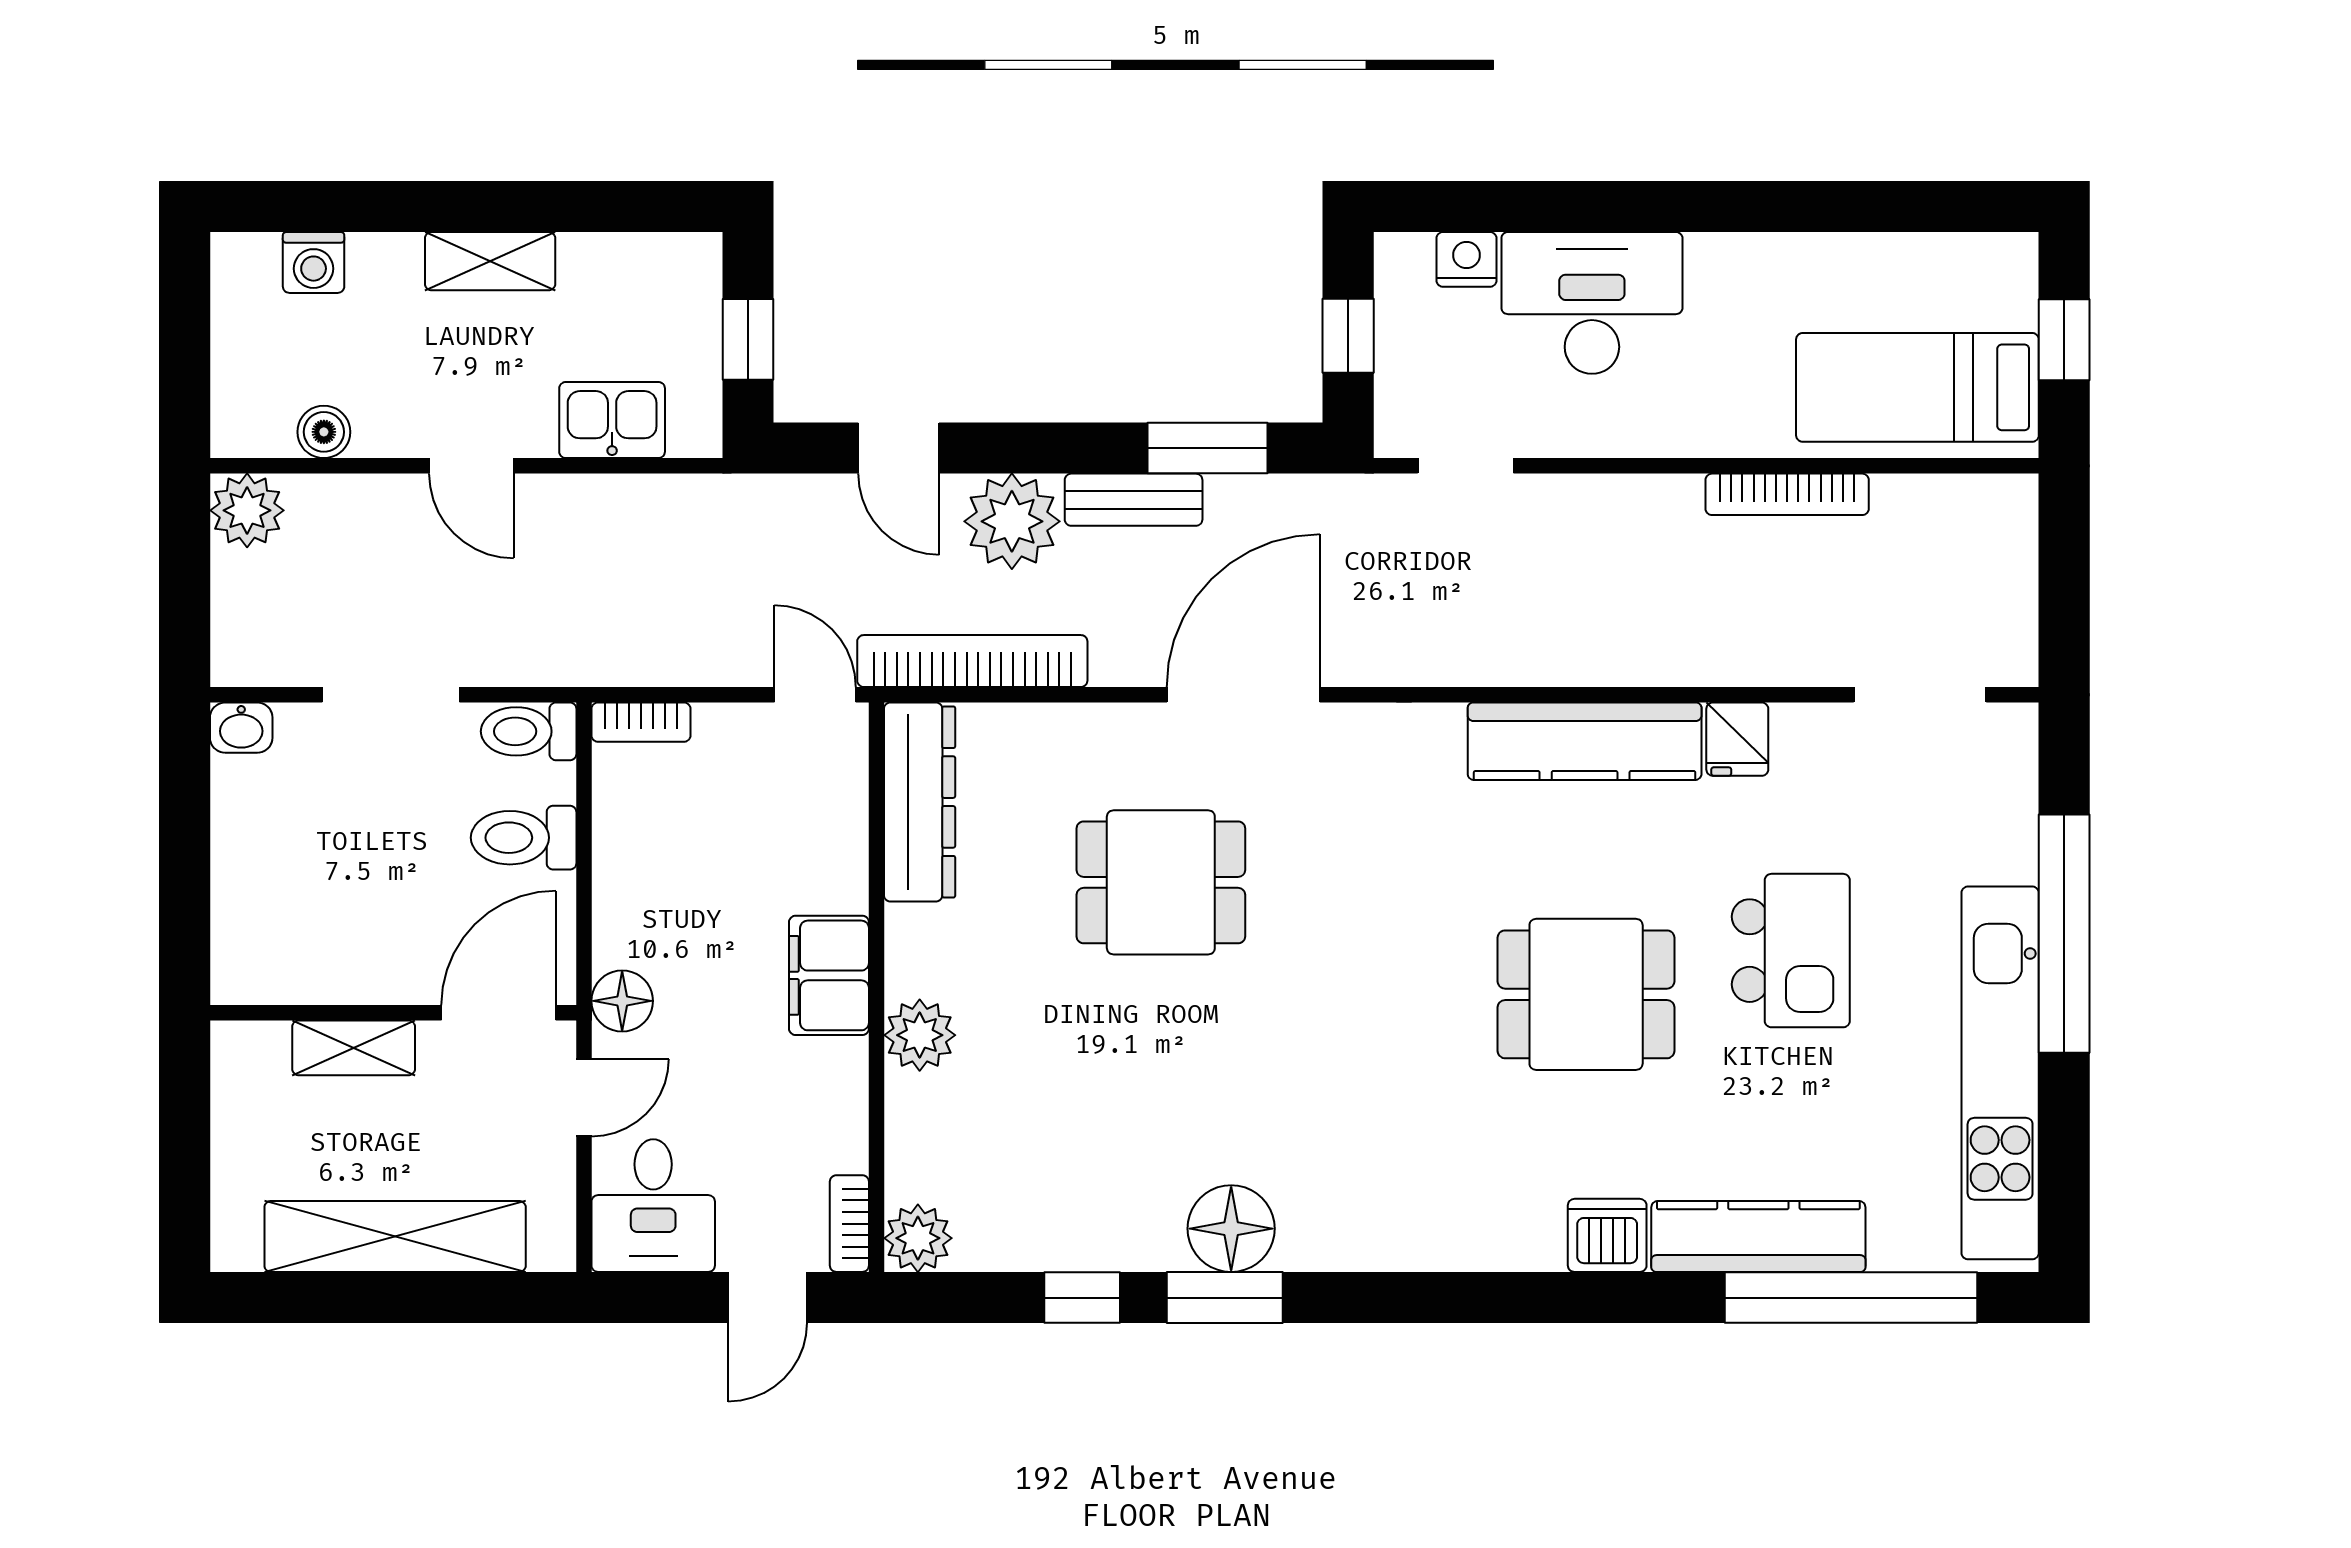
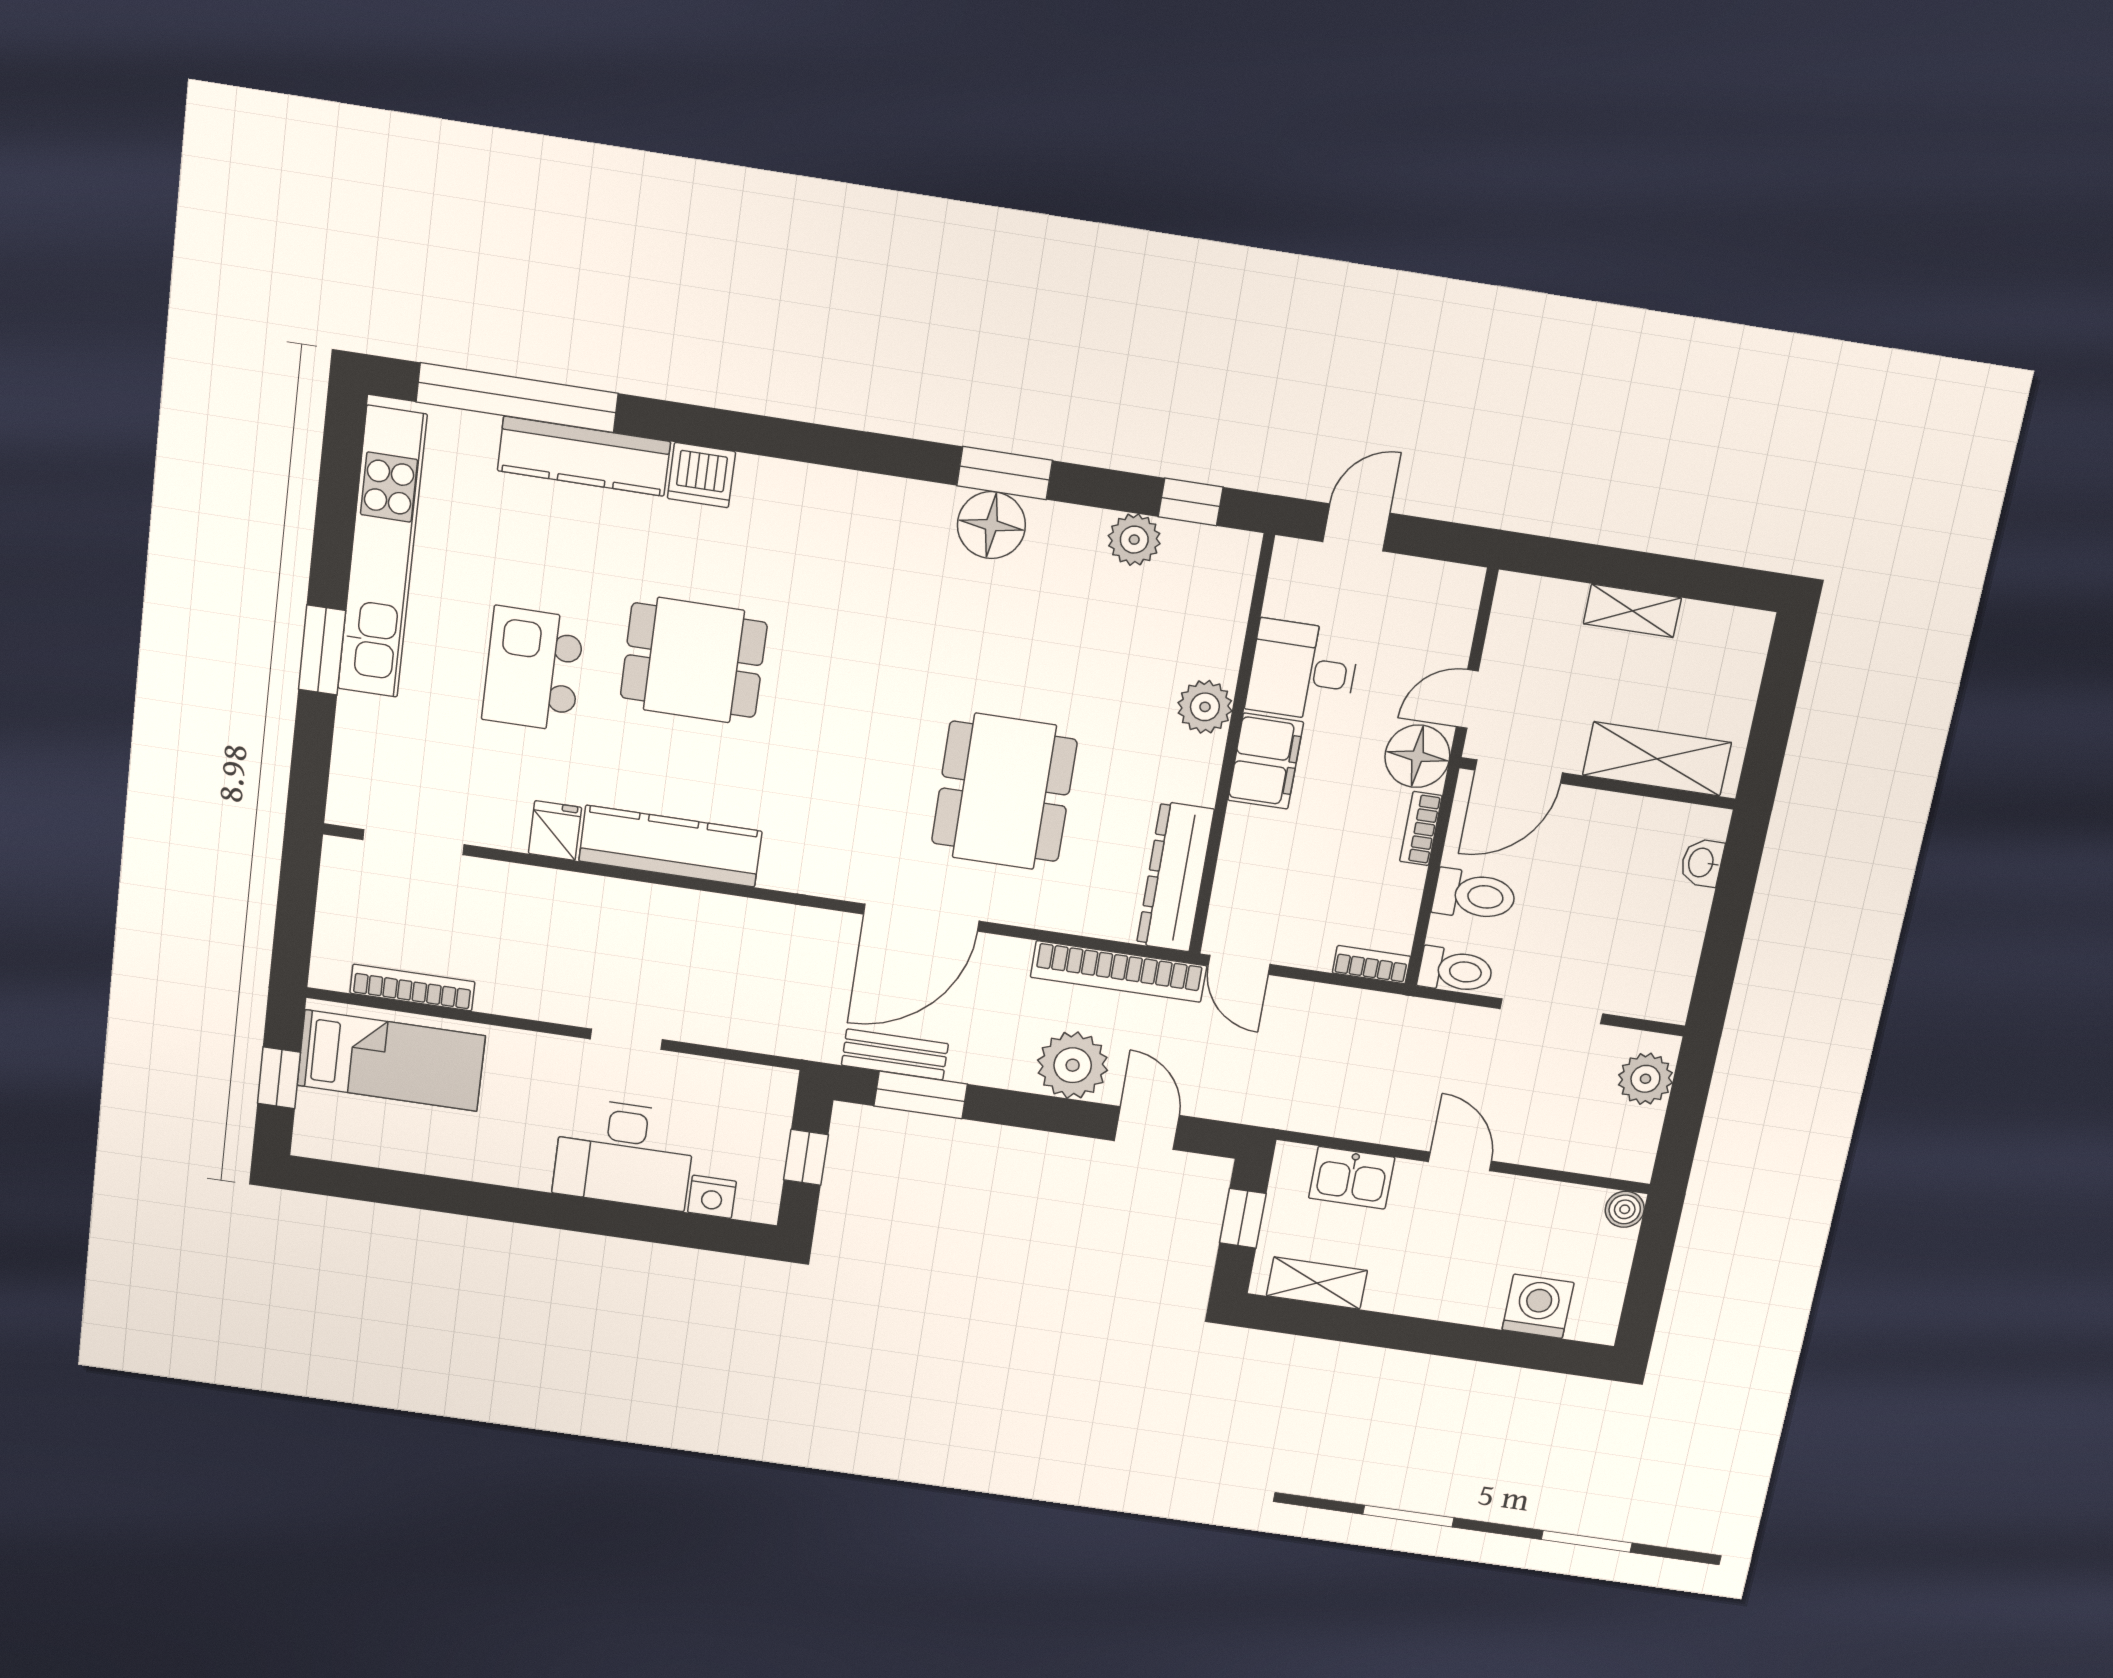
shelving: (490, 261) -> (1317, 1283), moved
washing machine: (314, 262) -> (1538, 1306), width x1.38, depth x1.38
boiler: (324, 432) -> (1625, 1209), moved
doorway: (1466, 466) -> (626, 1039), moved
bookcase: (1787, 494) -> (412, 987), moved
bench: (1134, 500) -> (895, 1054), moved
plant: (247, 510) -> (1645, 1079), moved
washbasin: (241, 728) -> (1702, 863), moved, turned -90
dining table: (1161, 882) -> (1004, 791), width x1.38
window: (2064, 934) -> (322, 650), width x0.47
floor lamp: (622, 1001) -> (1417, 756), width x1.38, depth x1.38
shelving: (354, 1048) -> (1657, 759), width x1.50, depth x1.33
desk: (653, 1206) -> (1303, 671), moved, turned -90
bookcase: (849, 1224) -> (1421, 829), moved, turned 180
shelving: (395, 1236) -> (1632, 611), width x0.45, depth x0.75
plant: (918, 1238) -> (1134, 540), moved
window: (1082, 1298) -> (1191, 502), moved

